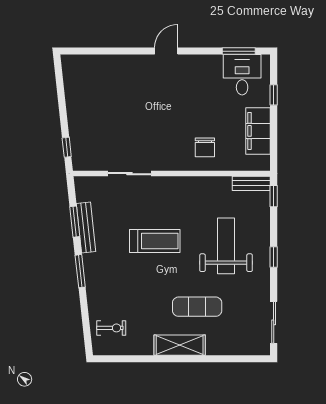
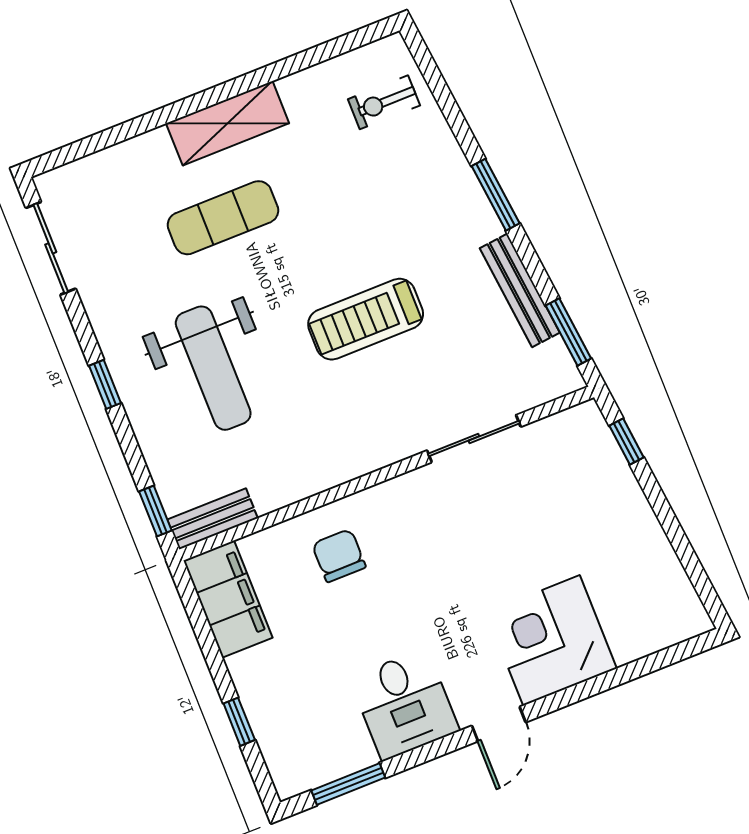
desk: (242, 75) -> (404, 704), moved
corner desk: (131, 77) -> (551, 640), added
filing cabinet: (258, 131) -> (228, 599), moved
window: (75, 222) -> (568, 332), moved

